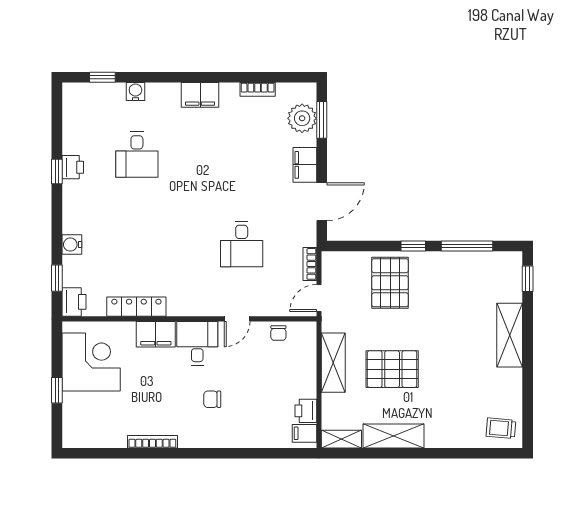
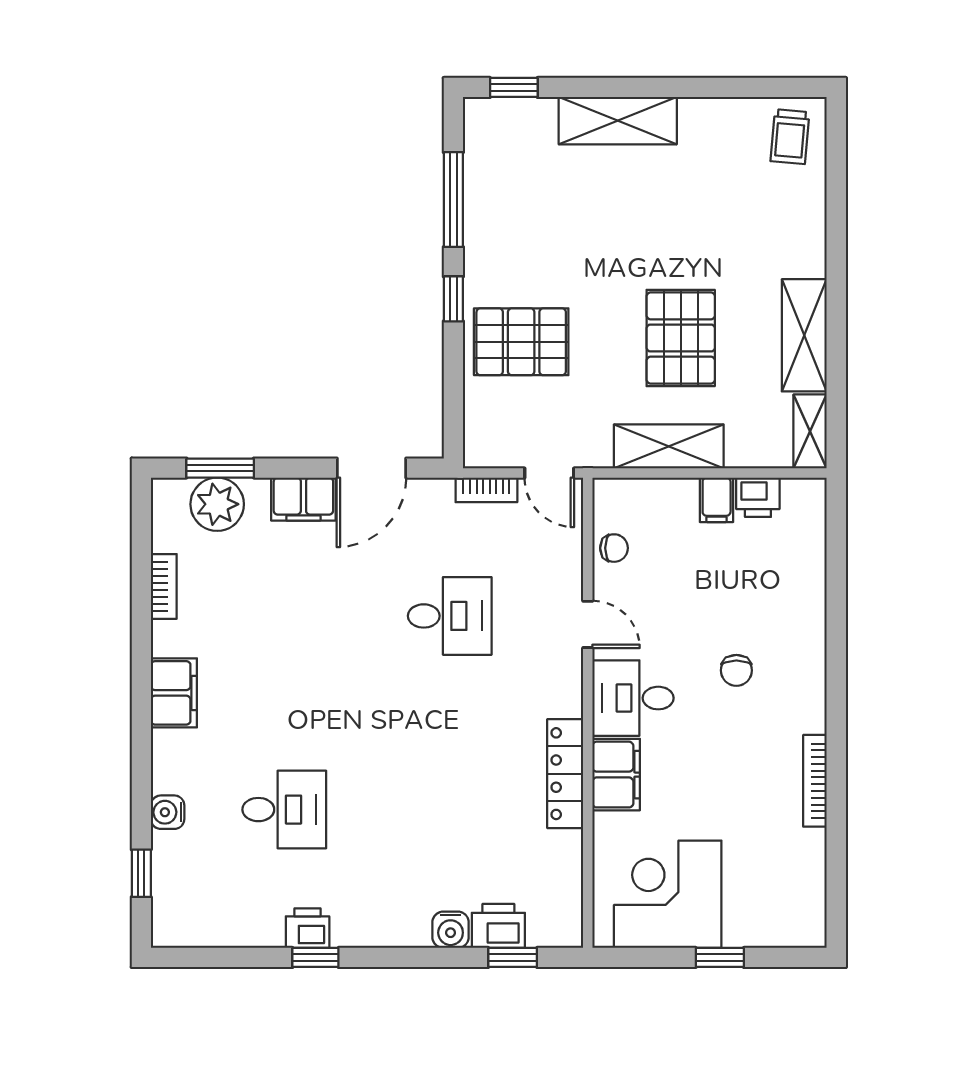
door: (322, 202) -> (371, 468), swing flipped
printer: (74, 302) -> (498, 926), moved
locker: (136, 307) -> (565, 774), moved
filing cabinet: (305, 433) -> (717, 500), moved

